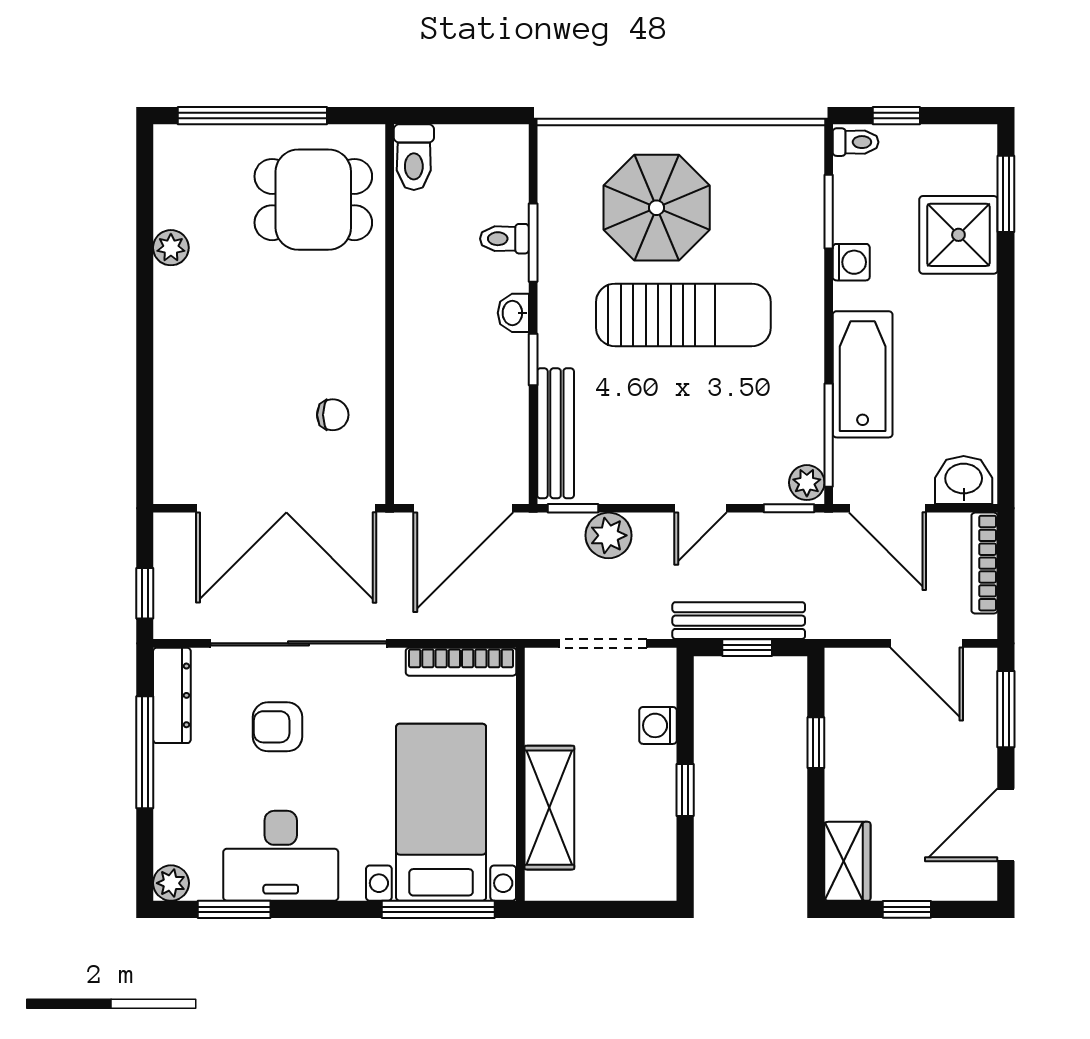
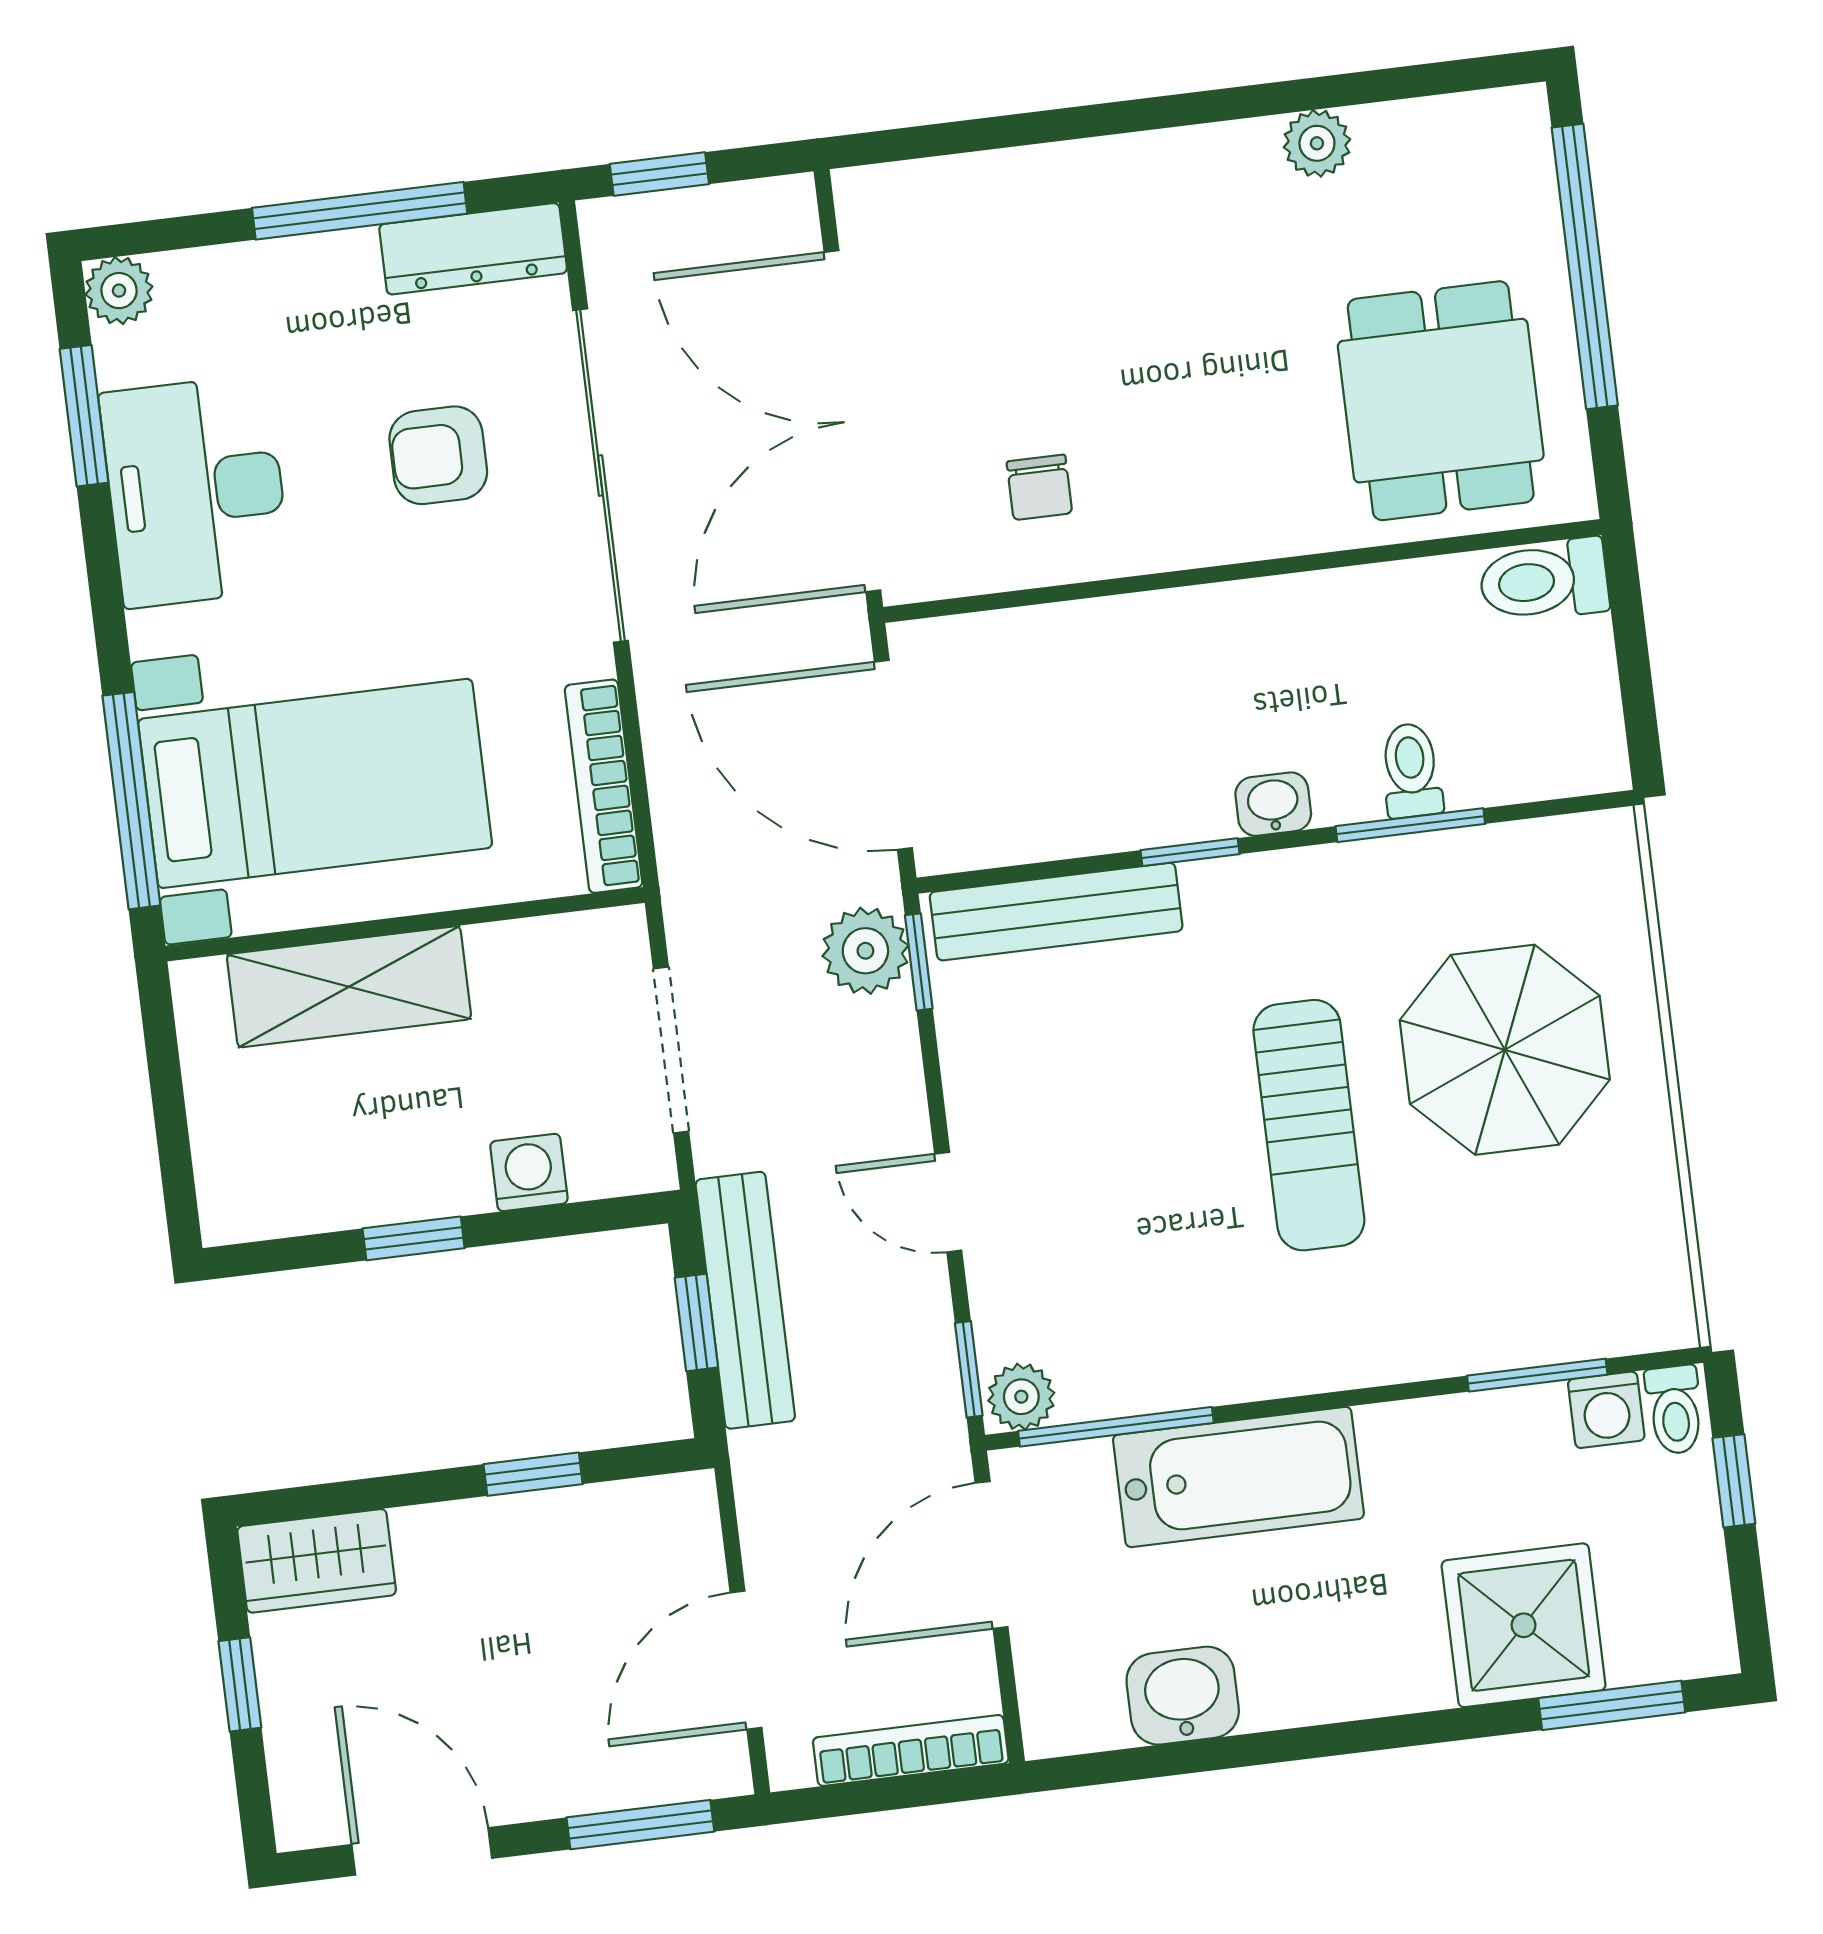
washing machine: (851, 262) -> (1606, 1410), moved
sun lounger: (683, 315) -> (1309, 1125), width x0.73, depth x0.75
washbasin: (964, 480) -> (1183, 1696), moved, turned -90
plant: (609, 535) -> (865, 951), moved
armchair: (278, 727) -> (438, 455), turned -90

